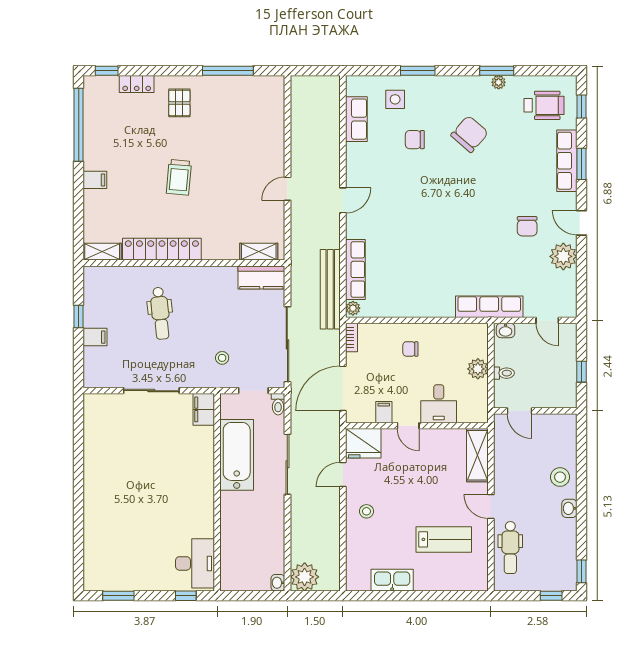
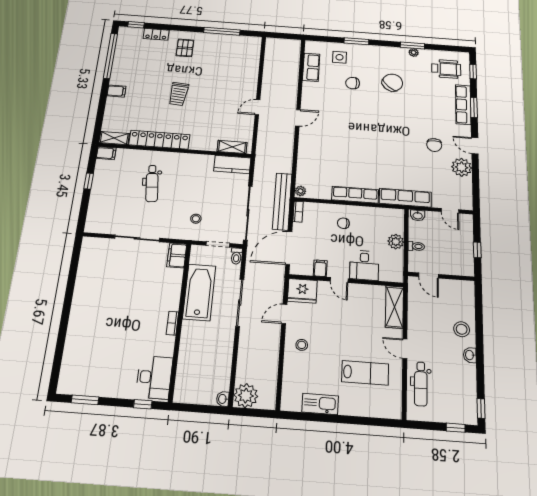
row of seats: (355, 269) -> (355, 195), moved, turned -90
bench: (330, 289) -> (282, 201), moved
filing cabinet: (95, 337) -> (106, 153), moved
bookcase: (209, 496) -> (172, 323), added

